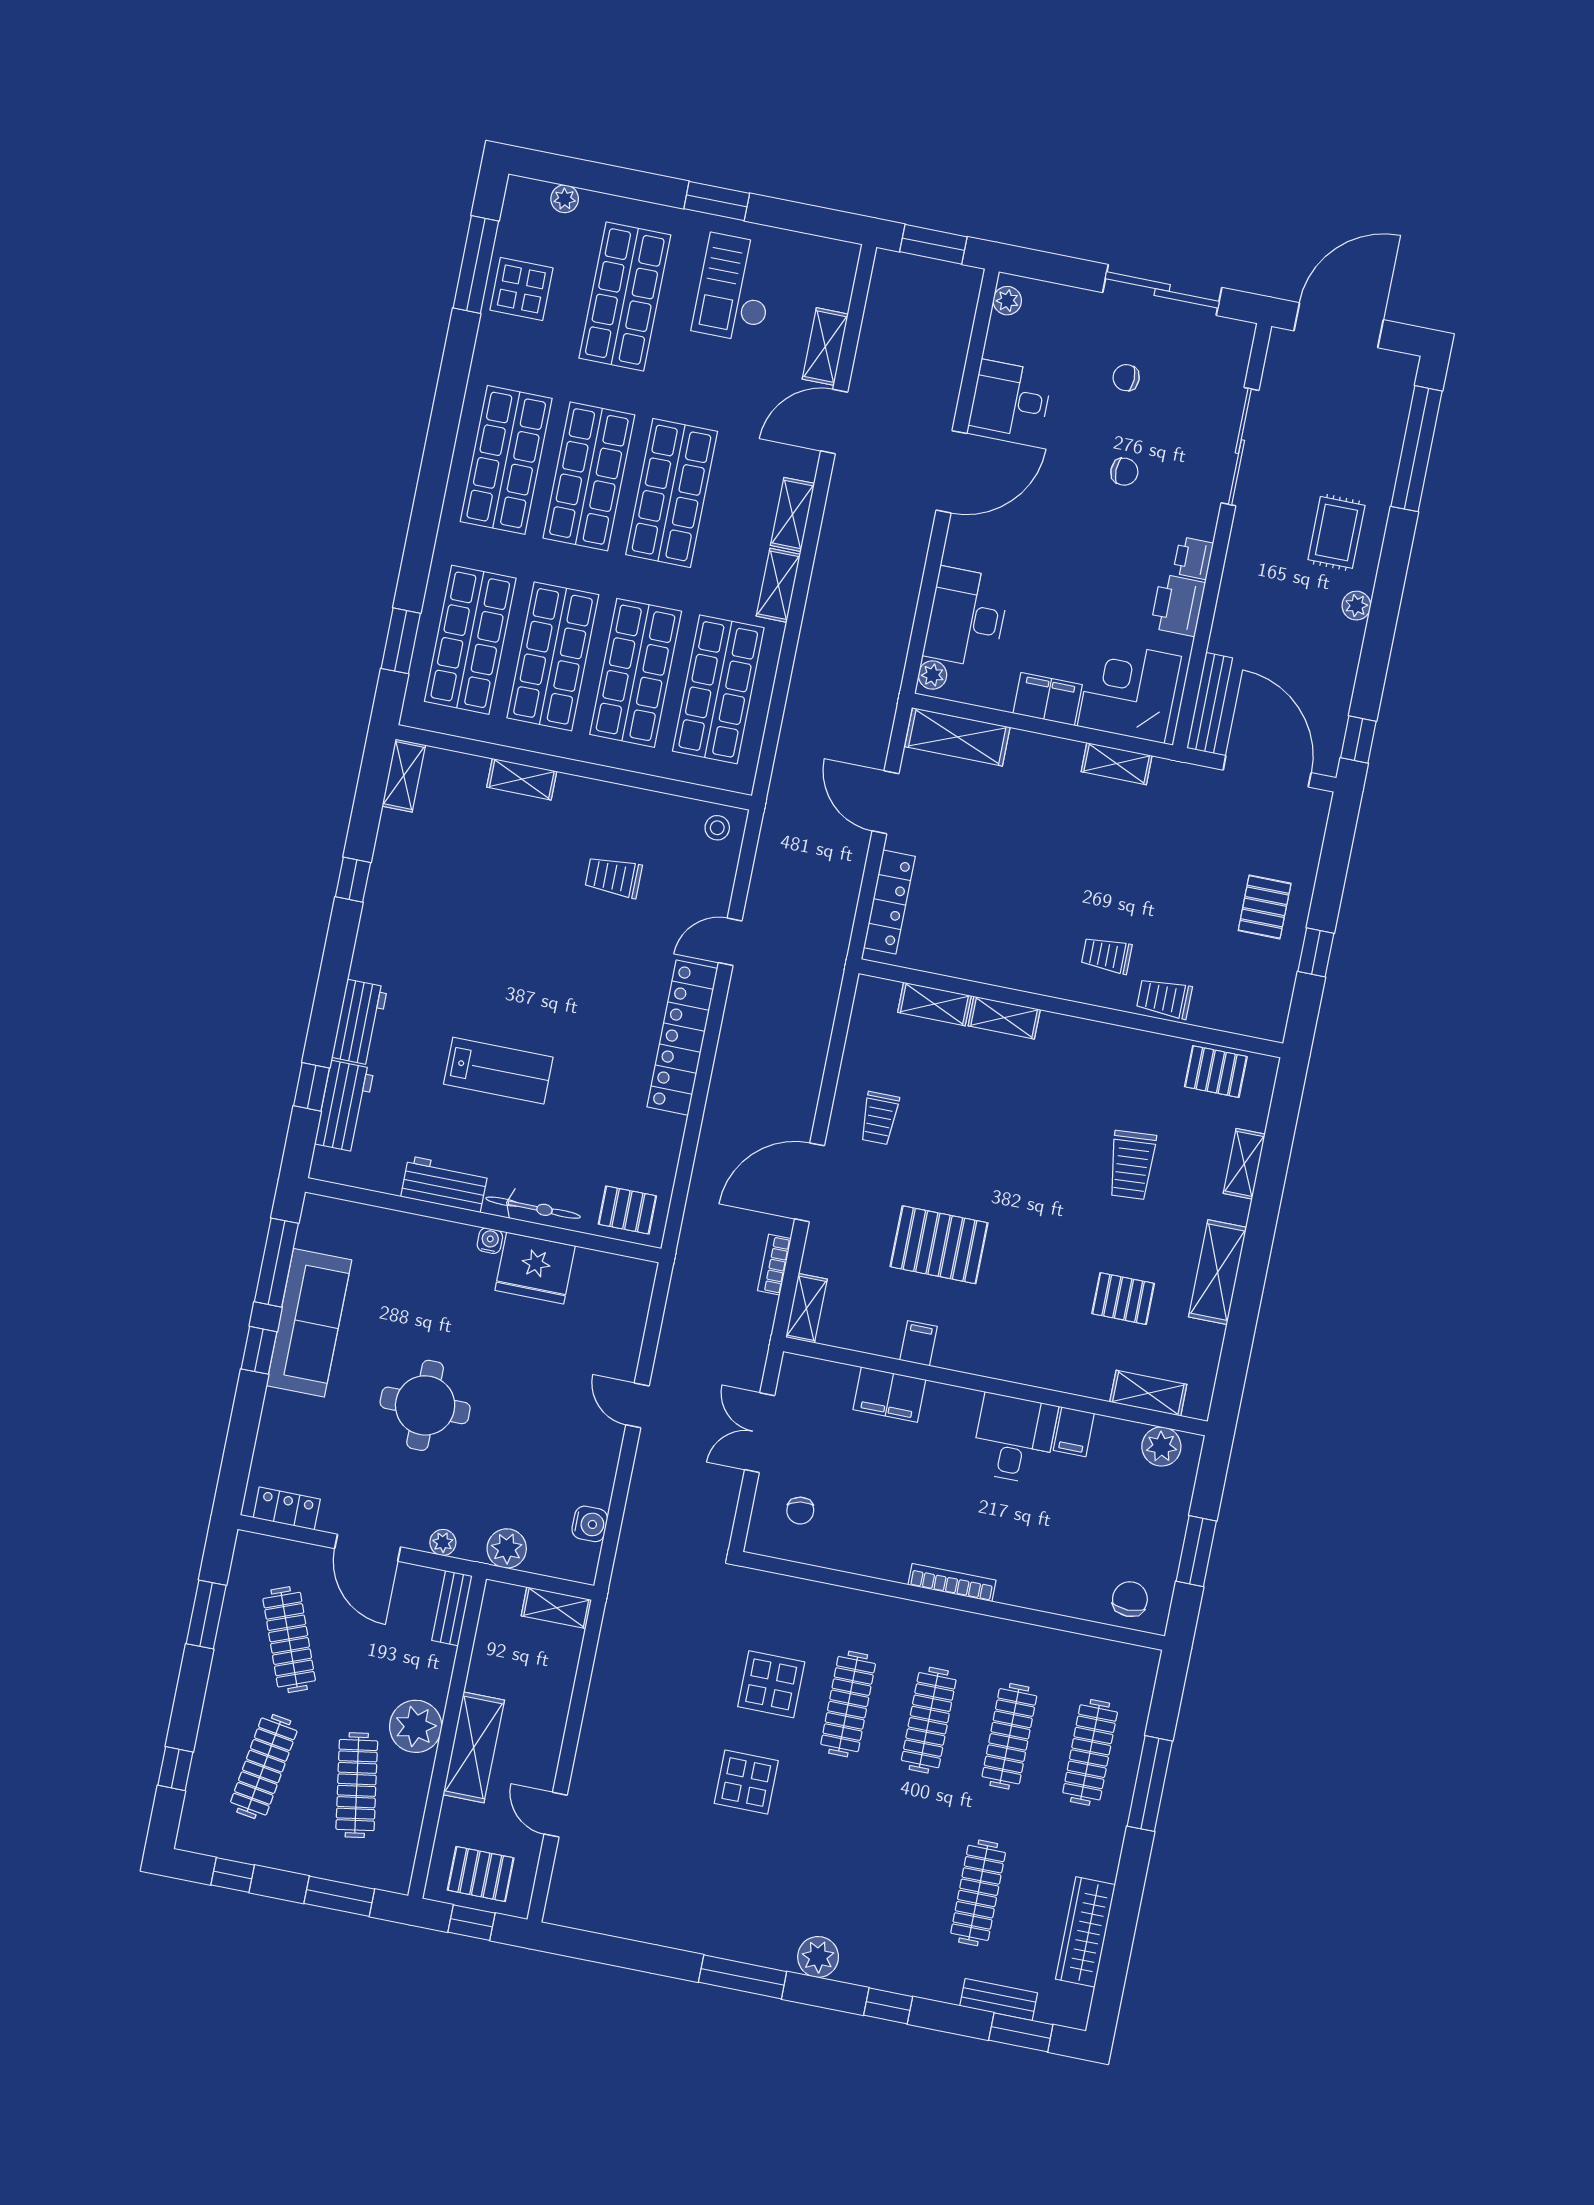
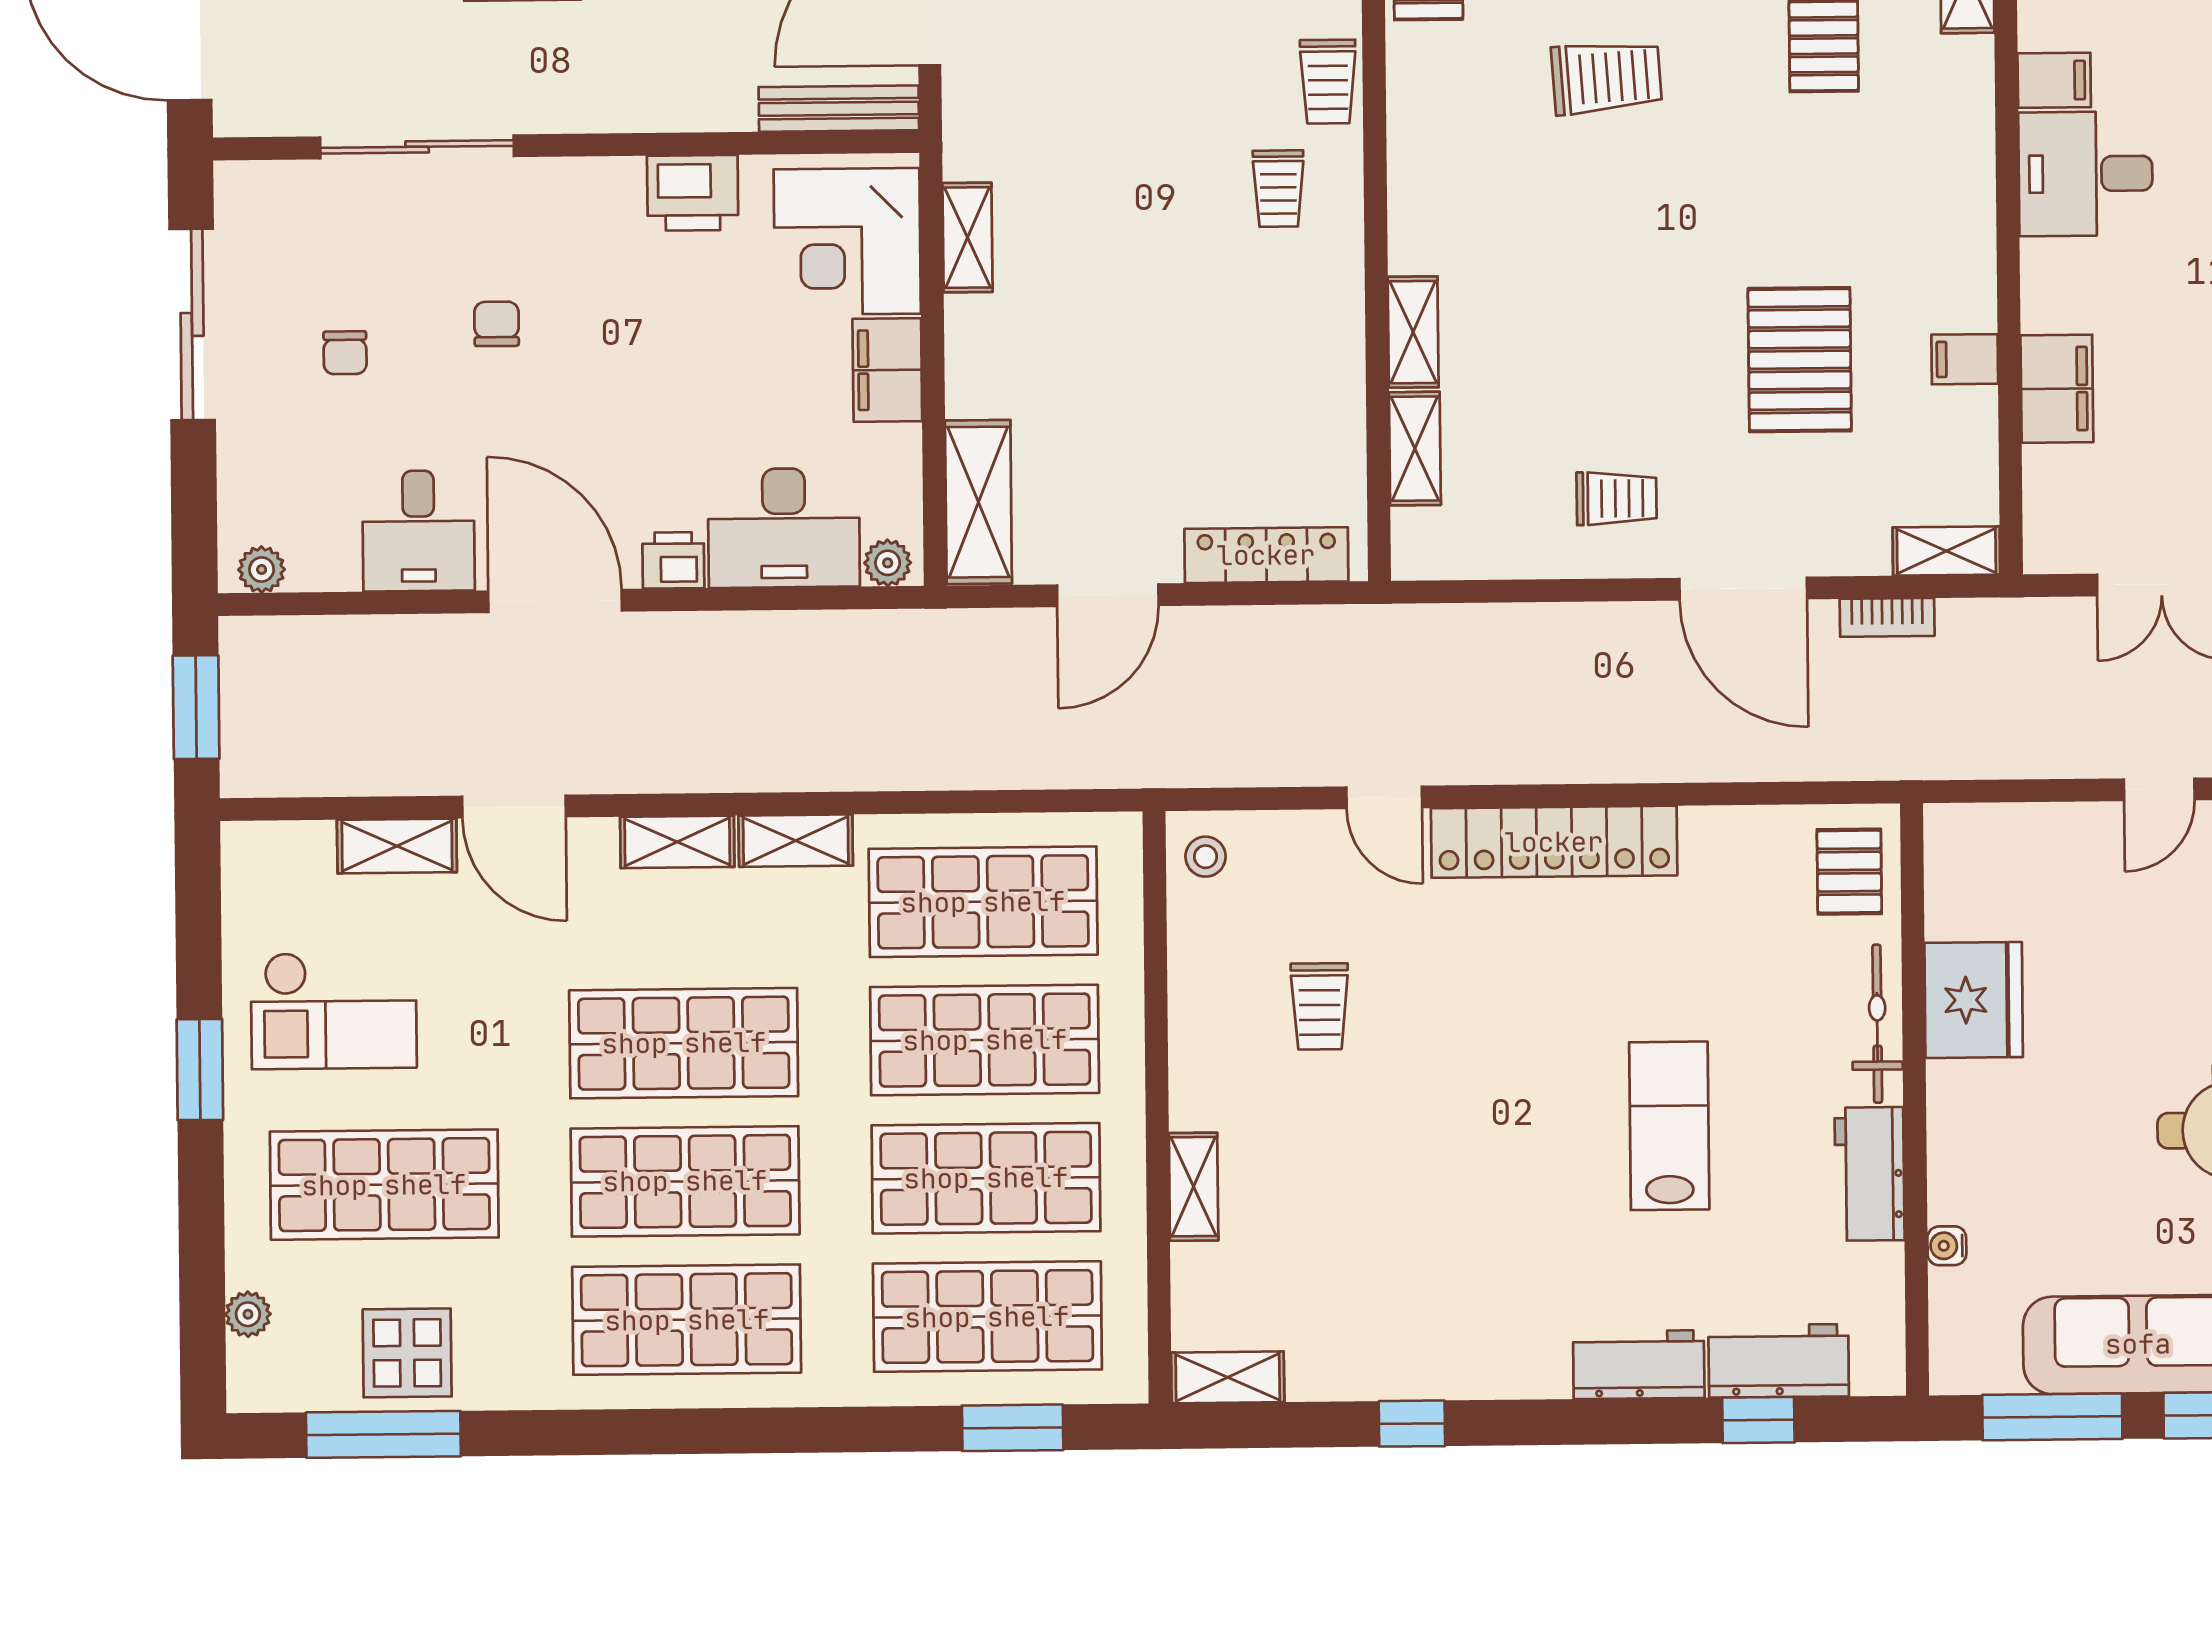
printer: (1193, 558) -> (673, 560), moved, turned 180
water cooler: (490, 1241) -> (1947, 1246), moved

